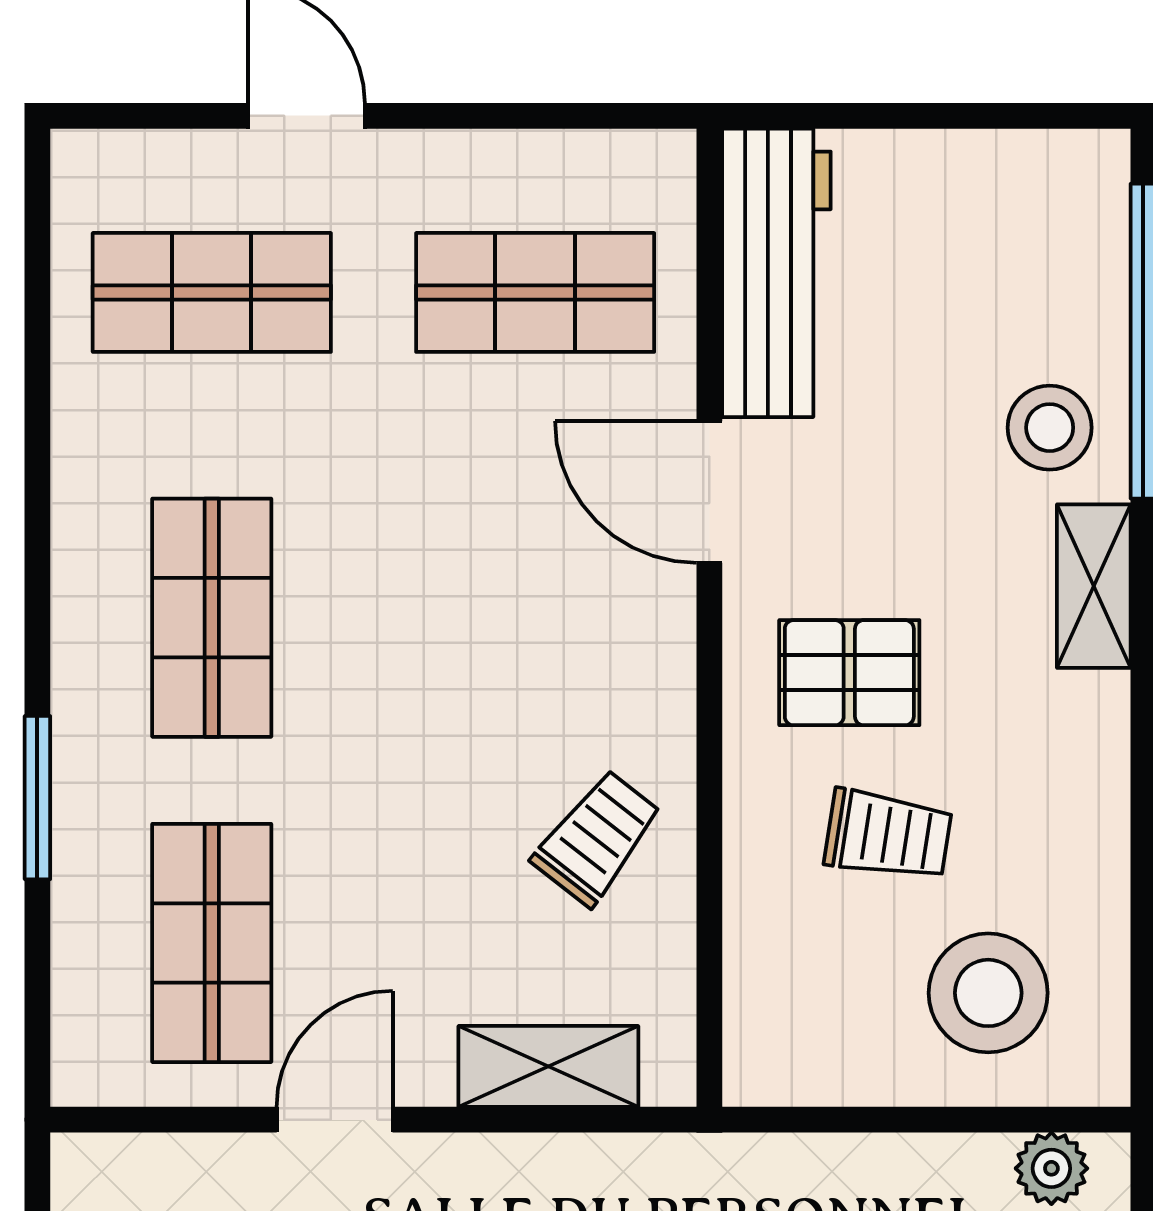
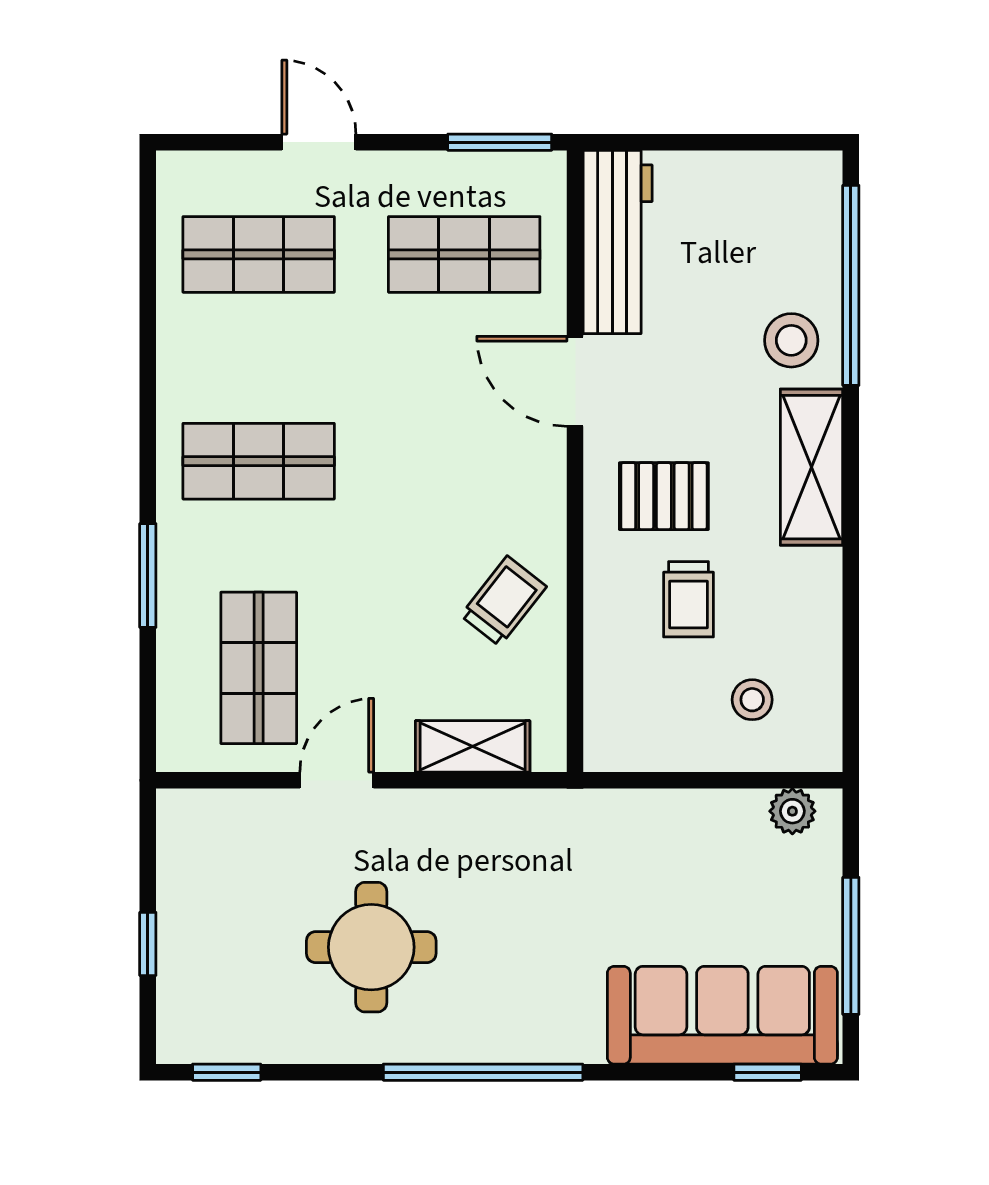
window: (591, 116) -> (500, 142), added
shelving: (1094, 586) -> (811, 467), width x1.50, depth x1.33
shop shelf: (212, 618) -> (259, 461), turned 90
trolley: (888, 835) -> (689, 599), turned 81
stool: (988, 993) -> (752, 700), width x0.53, depth x0.53

